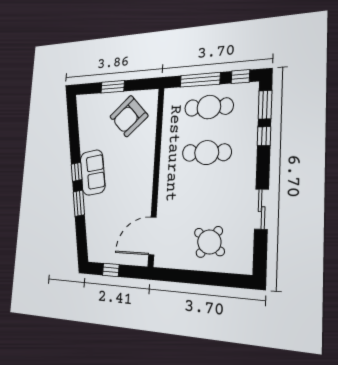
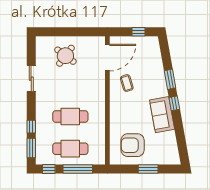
armchair: (129, 116) -> (133, 145), turned -137
sofa: (93, 172) -> (162, 115), moved
coffee table: (130, 199) -> (127, 83), added

